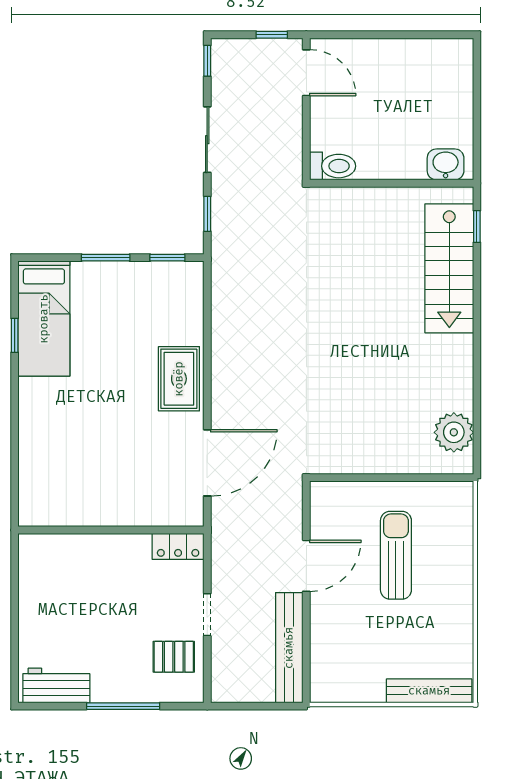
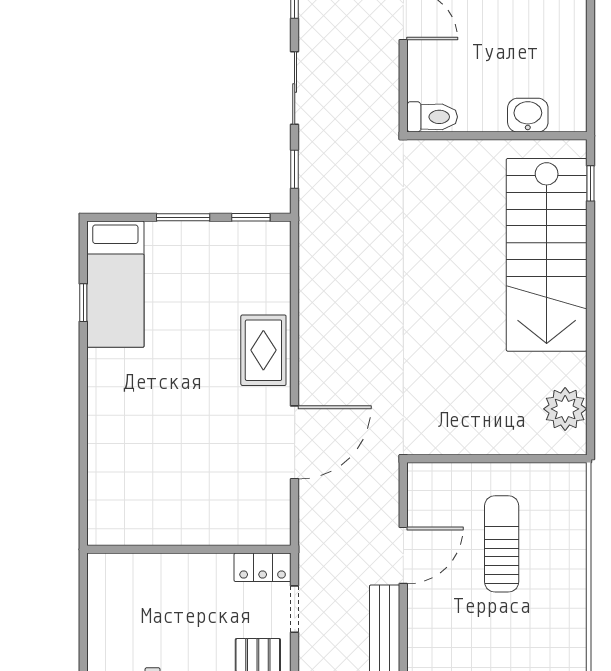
washbasin: (446, 164) -> (528, 115), moved
stairs: (449, 268) -> (547, 255), width x1.36, depth x1.51
wall: (111, 530) -> (189, 549), moved
locker: (178, 546) -> (263, 567), moved

